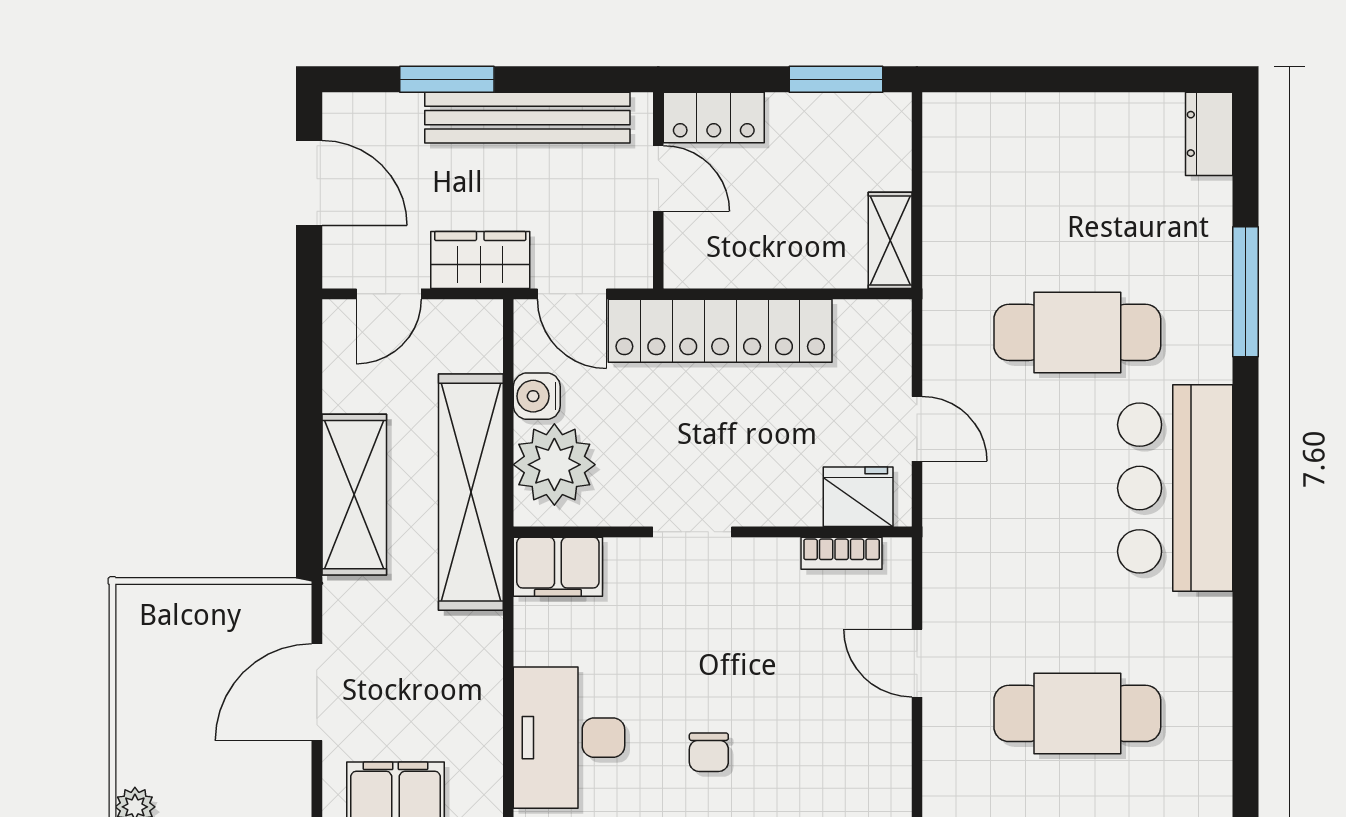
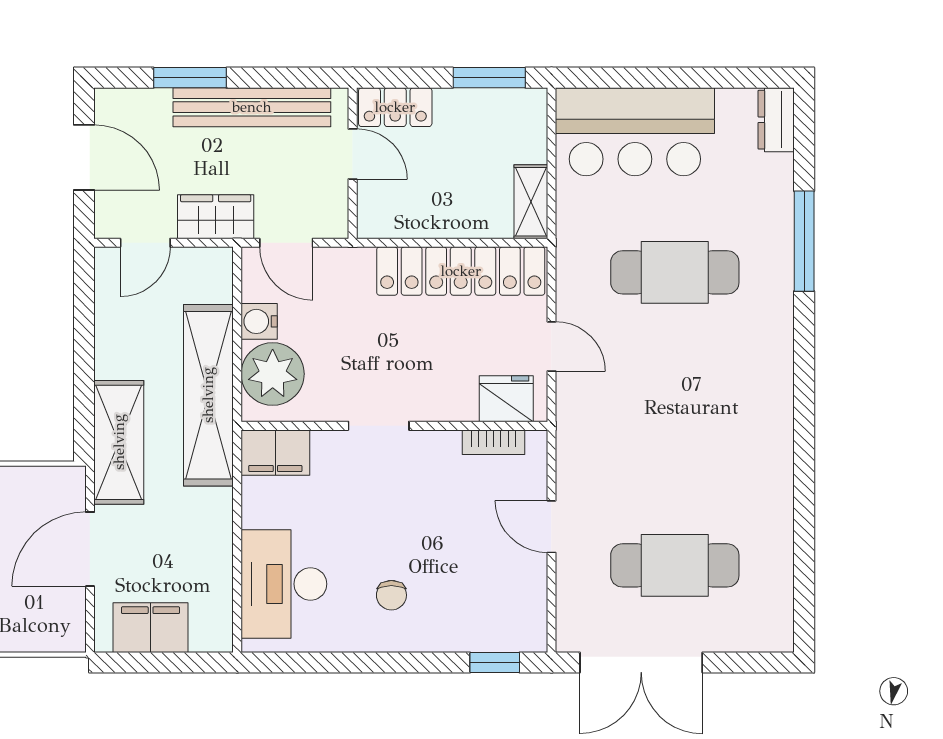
locker: (720, 331) -> (461, 271), moved
bar counter: (1175, 488) -> (635, 132), moved, turned -90
shelving: (354, 495) -> (119, 442), moved

